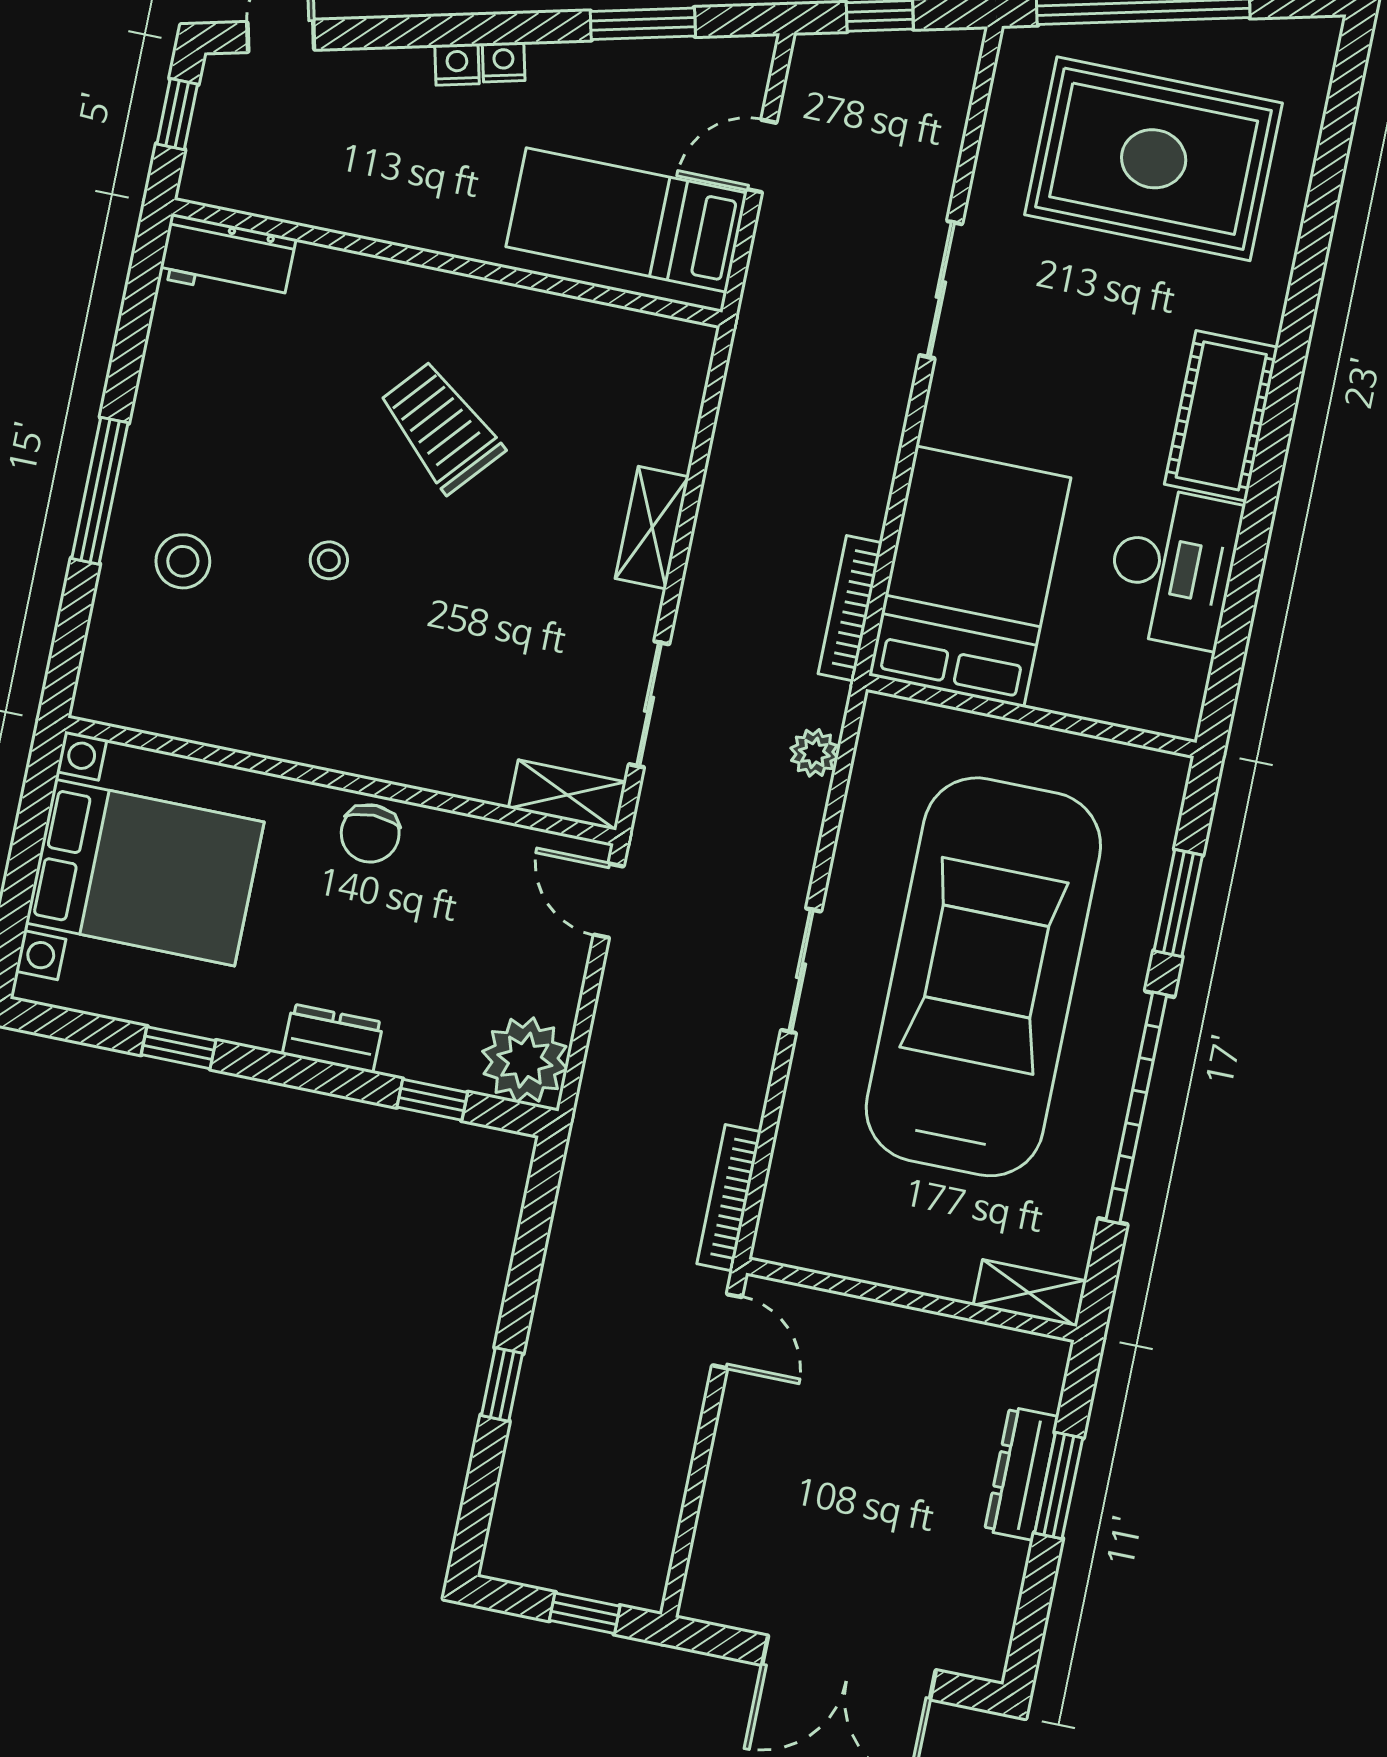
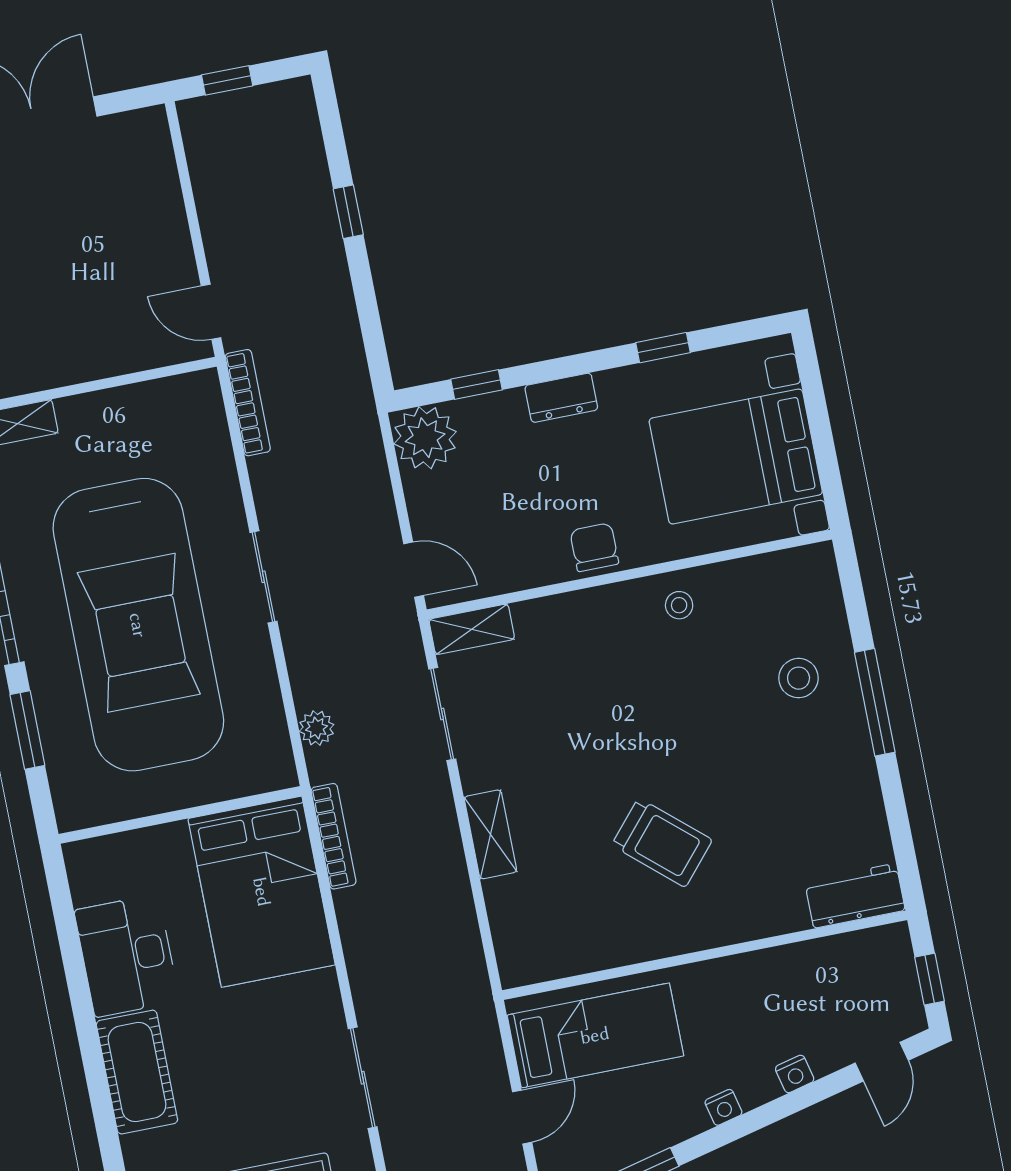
nightstand: (457, 64) -> (795, 1074), moved
stool: (329, 560) -> (679, 605), moved

